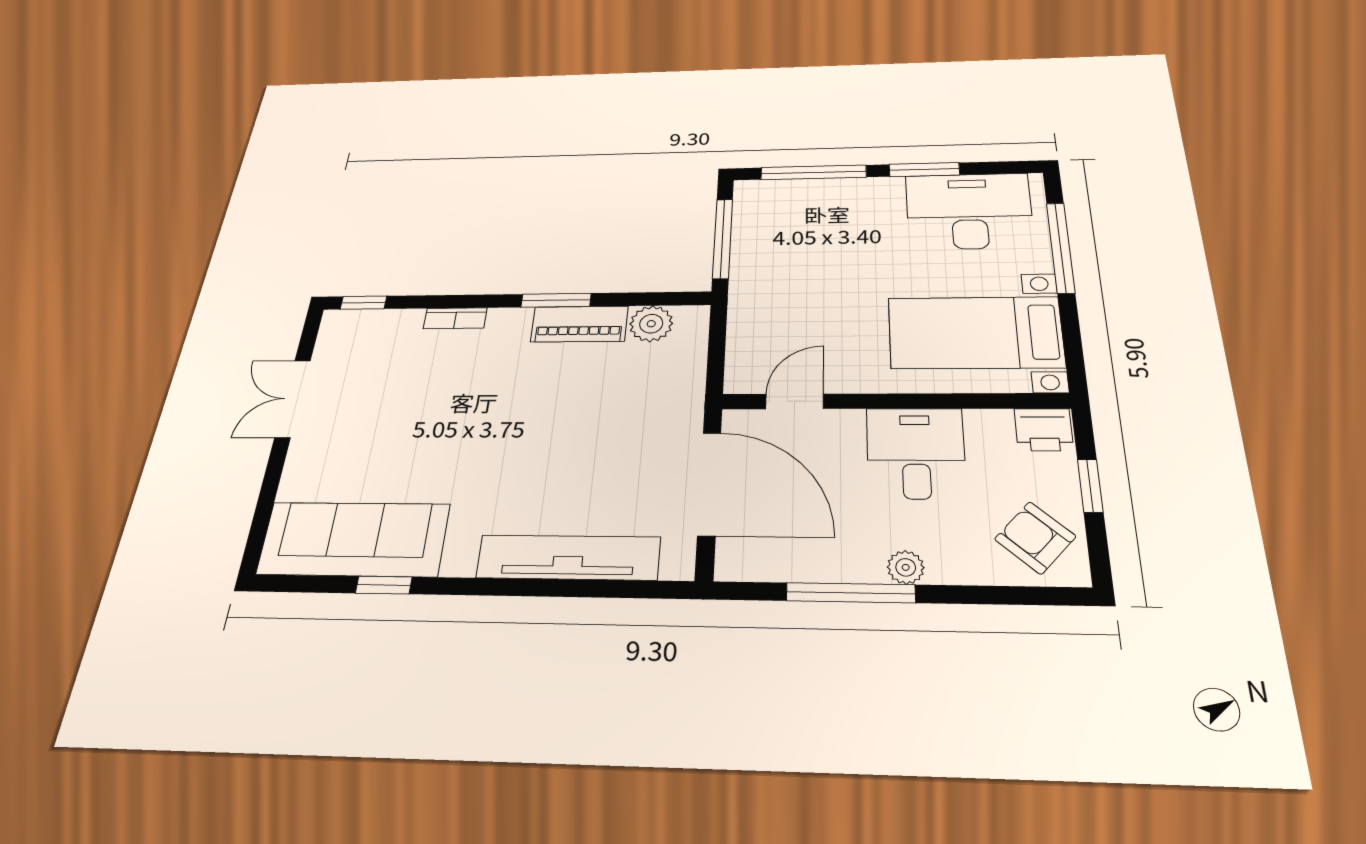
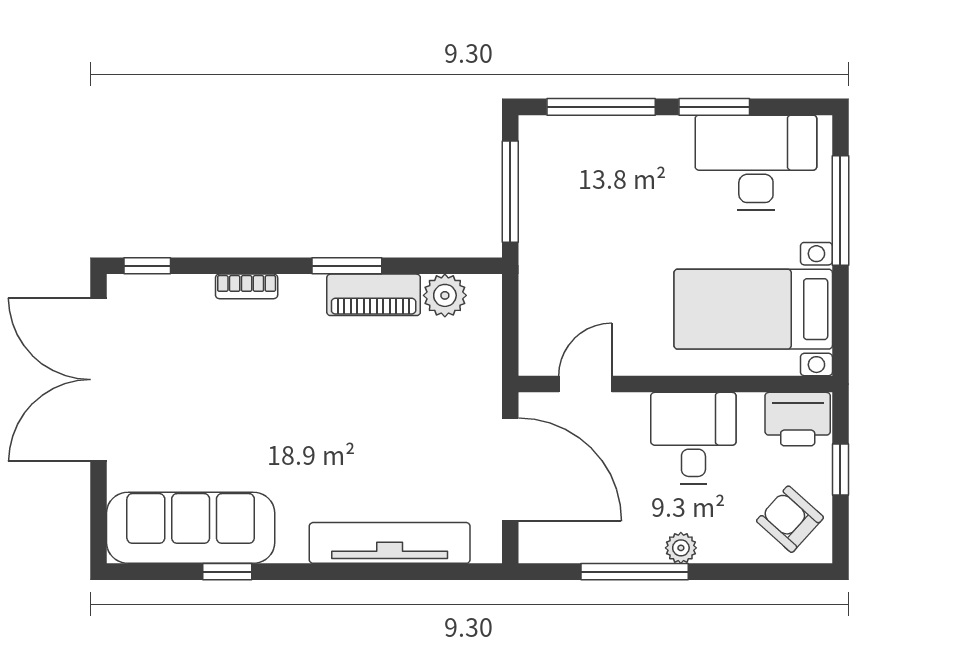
double door: (293, 399) -> (98, 380), width x1.87
printer: (1044, 430) -> (798, 419), width x1.36, depth x1.24

